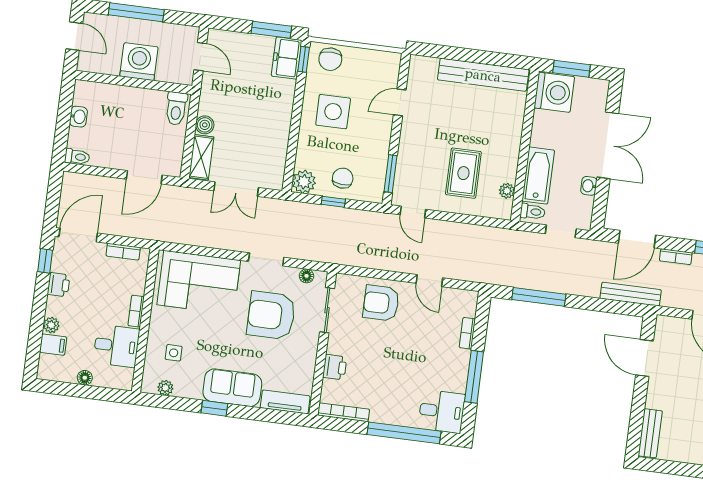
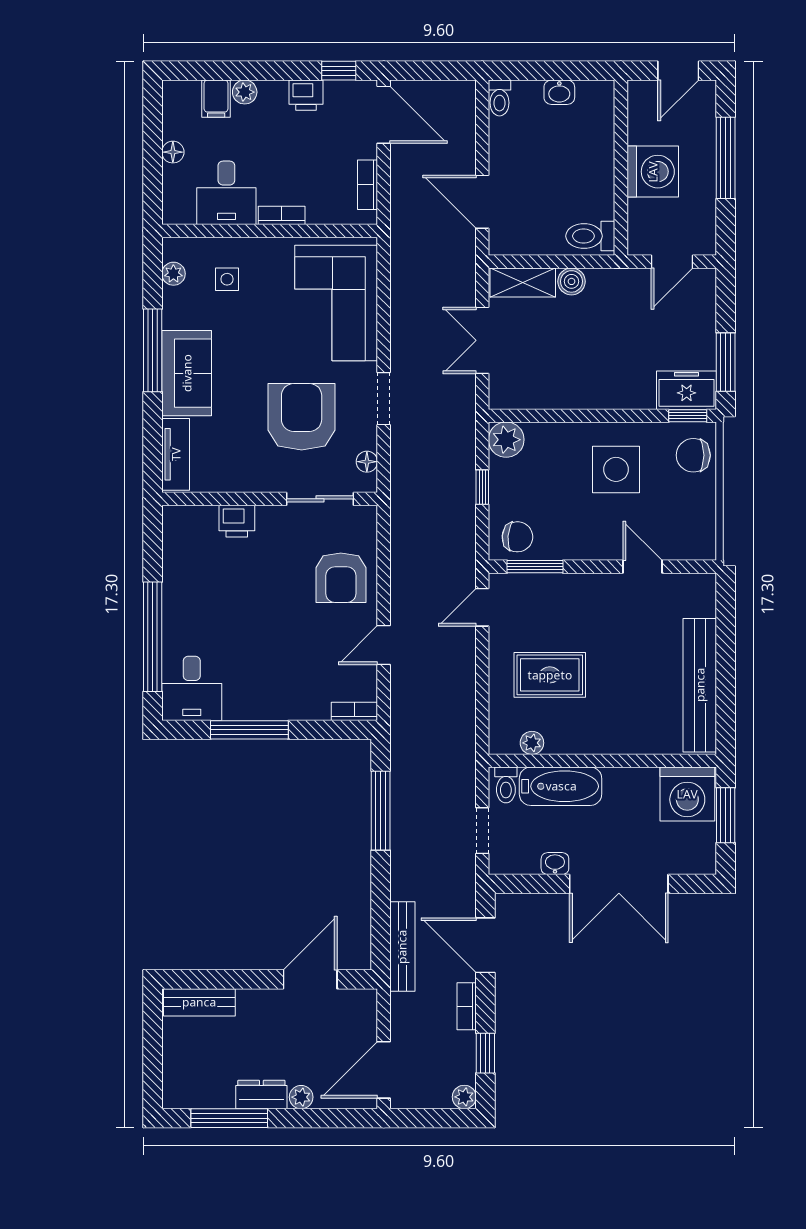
chair: (343, 178) -> (517, 537), moved
armchair: (381, 303) -> (341, 578), turned 180
bookcase: (467, 333) -> (354, 711), moved
window: (214, 408) -> (153, 350), width x2.17
bookcase: (344, 412) -> (172, 543), removed

